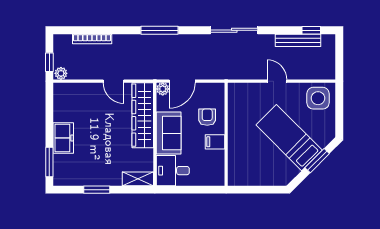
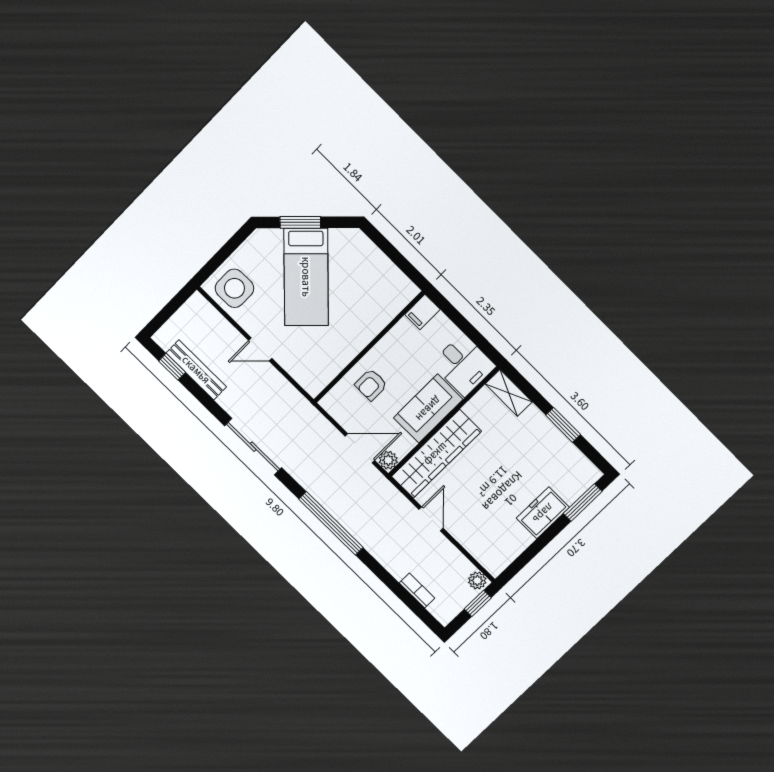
window: (160, 30) -> (331, 523), width x1.46
bookcase: (92, 39) -> (417, 590), width x0.64
door: (277, 81) -> (260, 349), hinge flipped
filing cabinet: (215, 142) -> (422, 312), moved, turned 90

